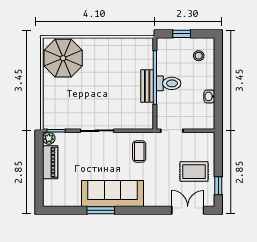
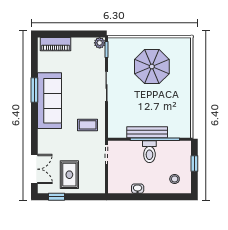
parasol: (63, 58) -> (152, 67), moved
bench: (147, 86) -> (147, 132), width x1.36
piano: (50, 162) -> (55, 44), moved

